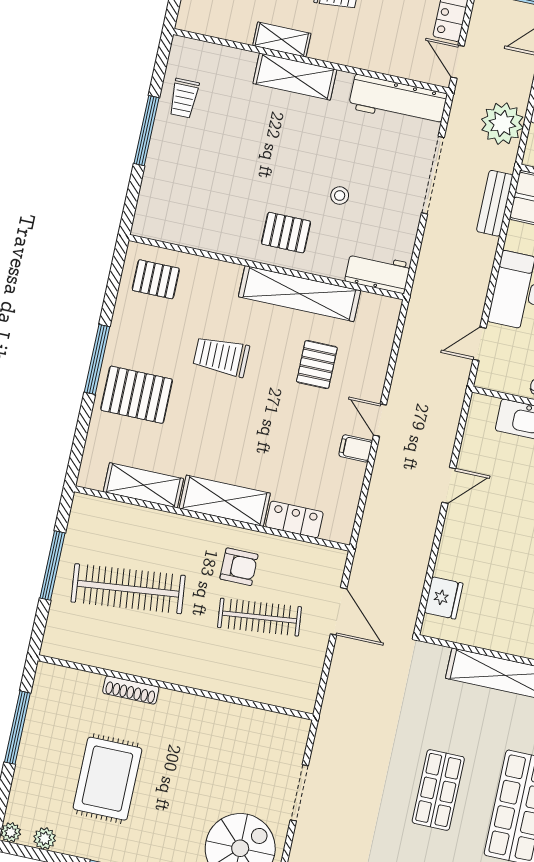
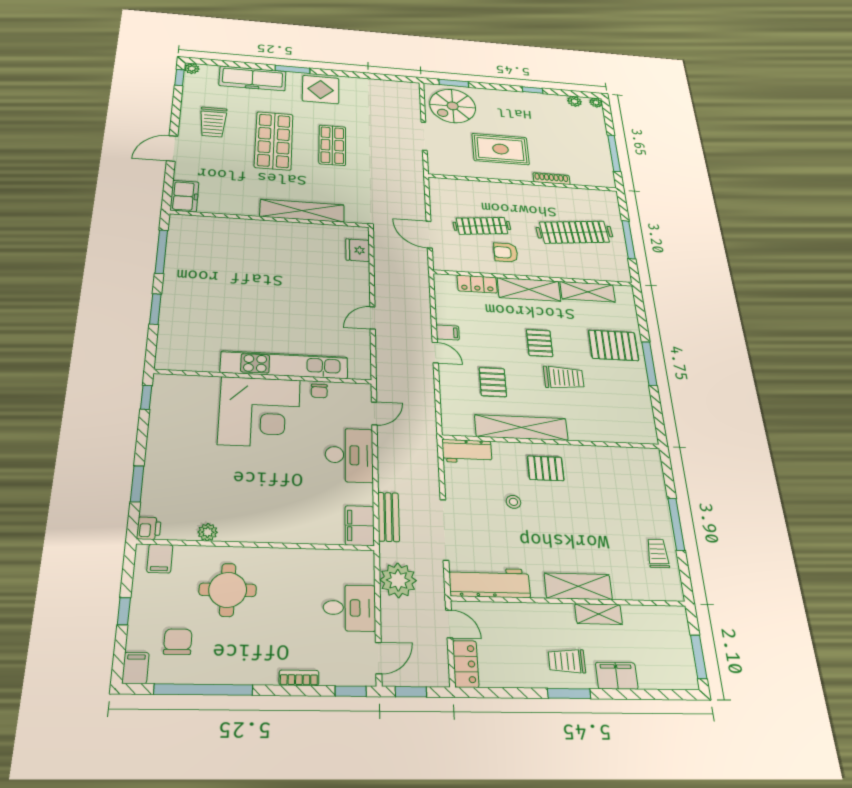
pallet: (156, 279) -> (540, 343), moved, turned 90
rug: (107, 779) -> (501, 149), moved, turned 90

